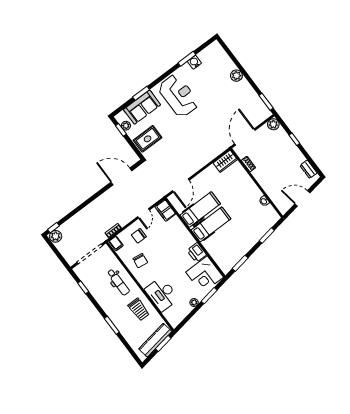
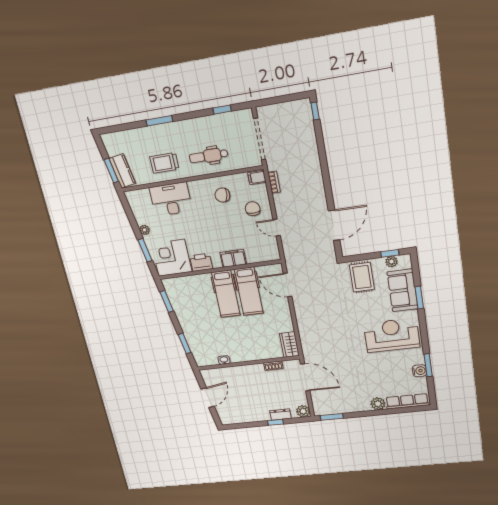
row of seats: (223, 57) -> (407, 401), added
reception desk: (179, 96) -> (392, 335), turned 180
dresser: (308, 169) -> (280, 415), moved
filing cabinet: (165, 210) -> (233, 258), moved
plant: (56, 236) -> (303, 108), removed
kitchen counter: (155, 340) -> (122, 171), width x0.67

